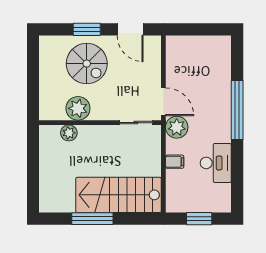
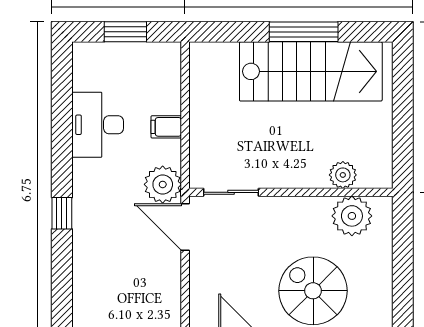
plant: (78, 108) -> (352, 216), moved
window: (237, 110) -> (62, 213), width x0.32
stairs: (118, 195) -> (311, 71), moved

